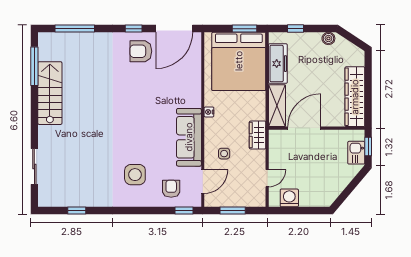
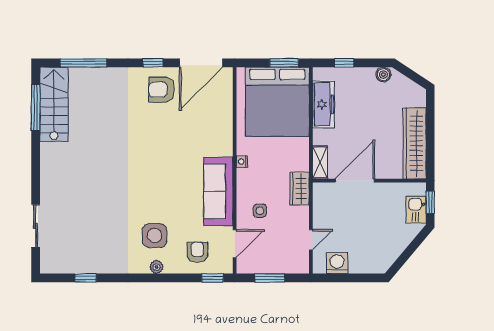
stairs: (50, 93) -> (54, 104), moved
shelving: (277, 106) -> (320, 162), width x0.67, depth x0.75
plant: (137, 201) -> (156, 267), added

